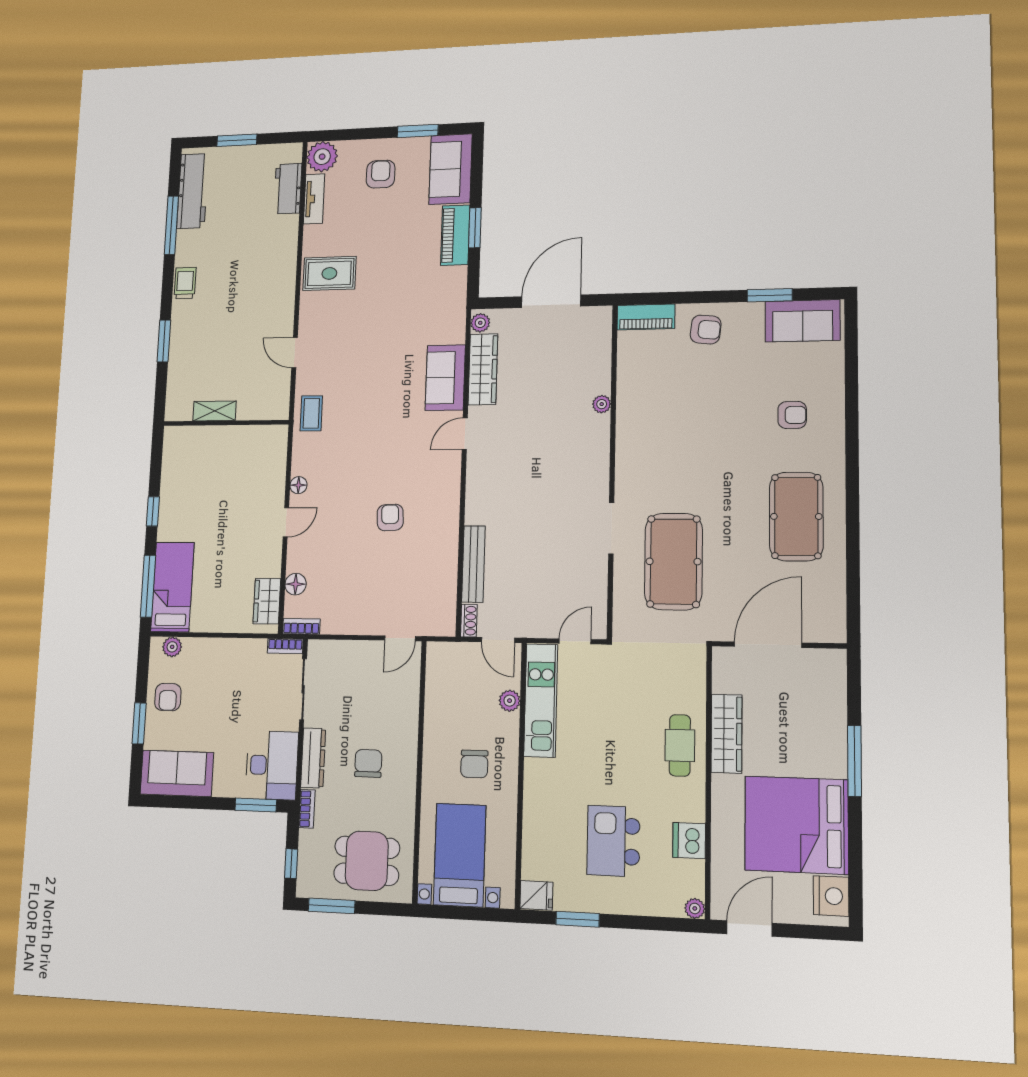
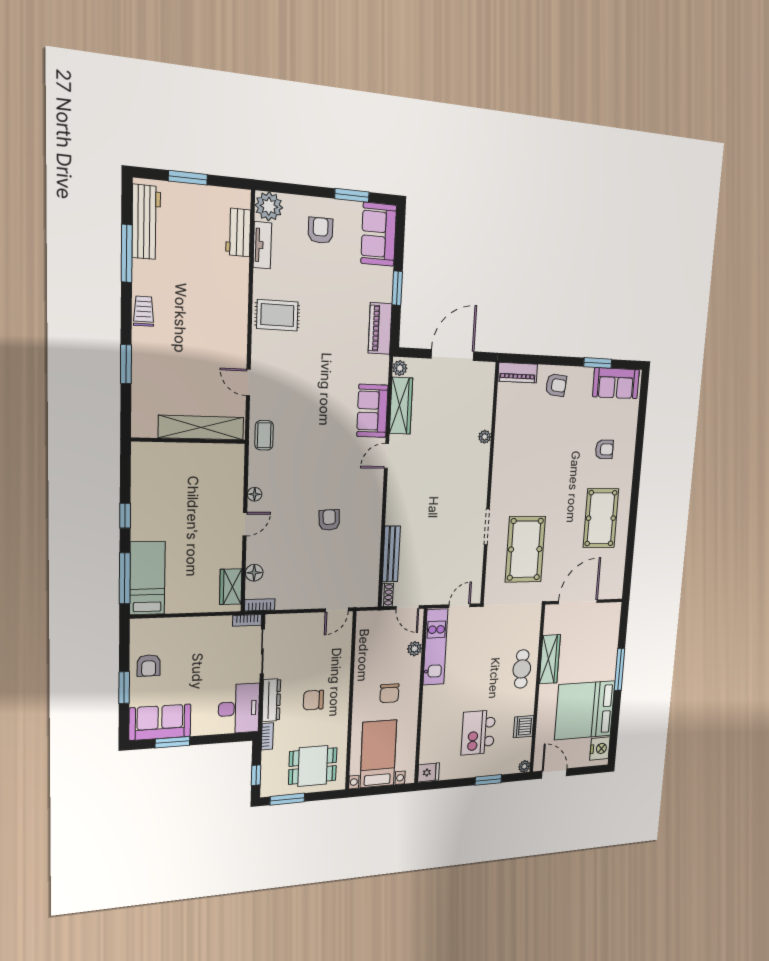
piano: (455, 235) -> (380, 328), moved
shelving: (214, 411) -> (201, 428), width x2.20, depth x1.33
plant: (172, 647) -> (150, 626), removed
chair: (368, 763) -> (313, 700), turned -90
window: (256, 805) -> (172, 742), moved
window: (578, 919) -> (488, 780), moved
door: (749, 929) -> (554, 773), hinge flipped

